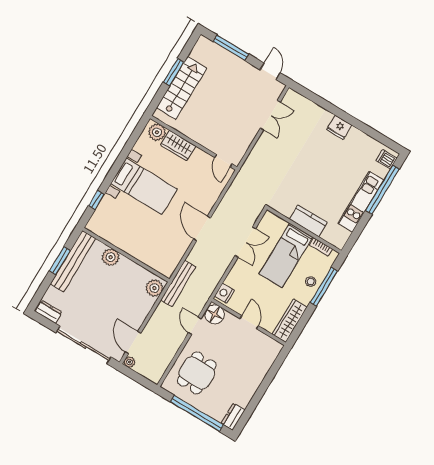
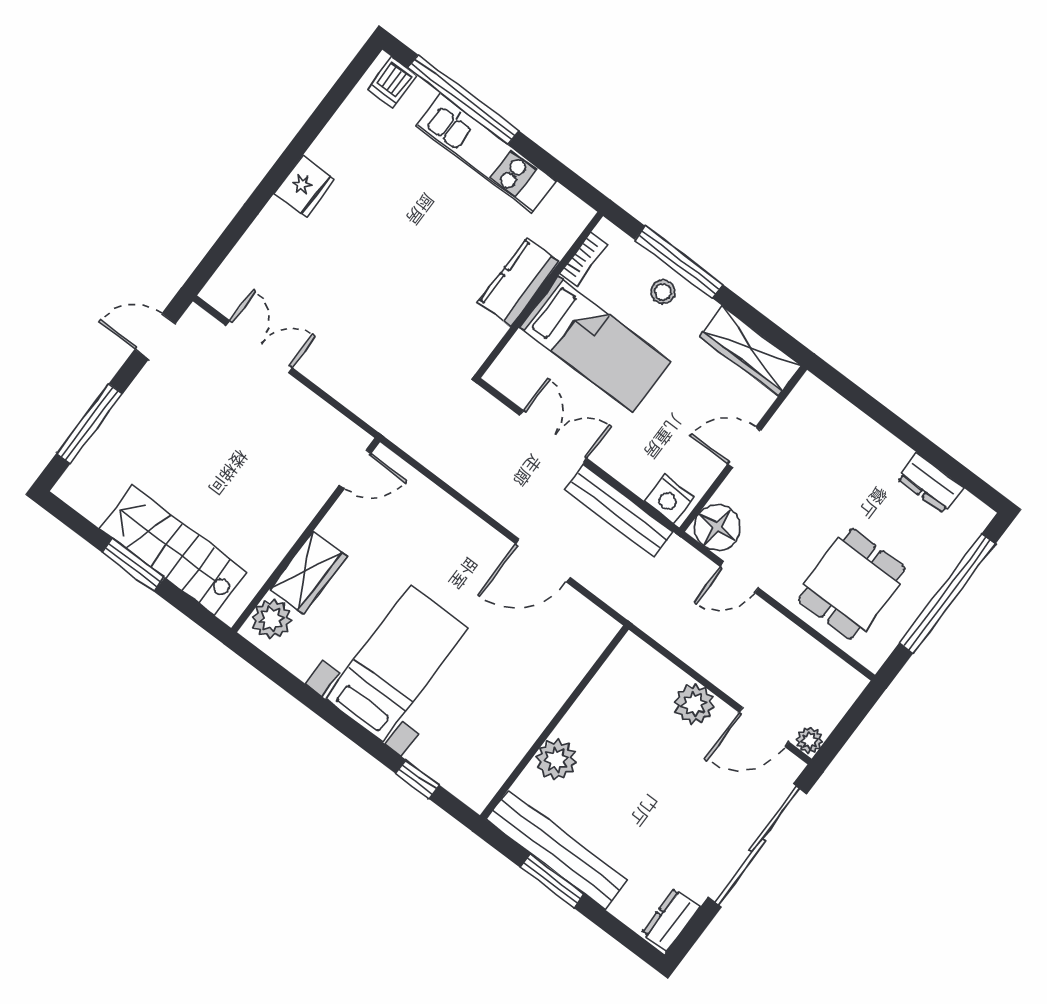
door: (202, 228) -> (543, 560), moved
bench: (178, 283) -> (619, 511), moved
plant: (154, 288) -> (694, 704), moved
dining table: (197, 373) -> (852, 584), turned 90
dresser: (233, 417) -> (930, 483), moved

